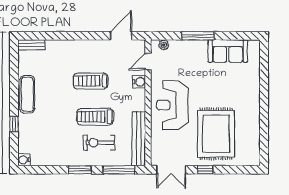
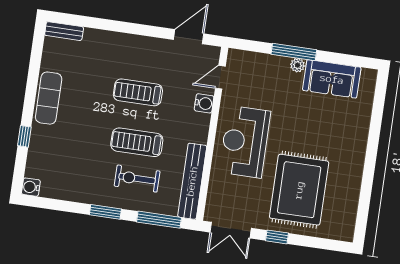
plant: (164, 45) -> (298, 65), moved

